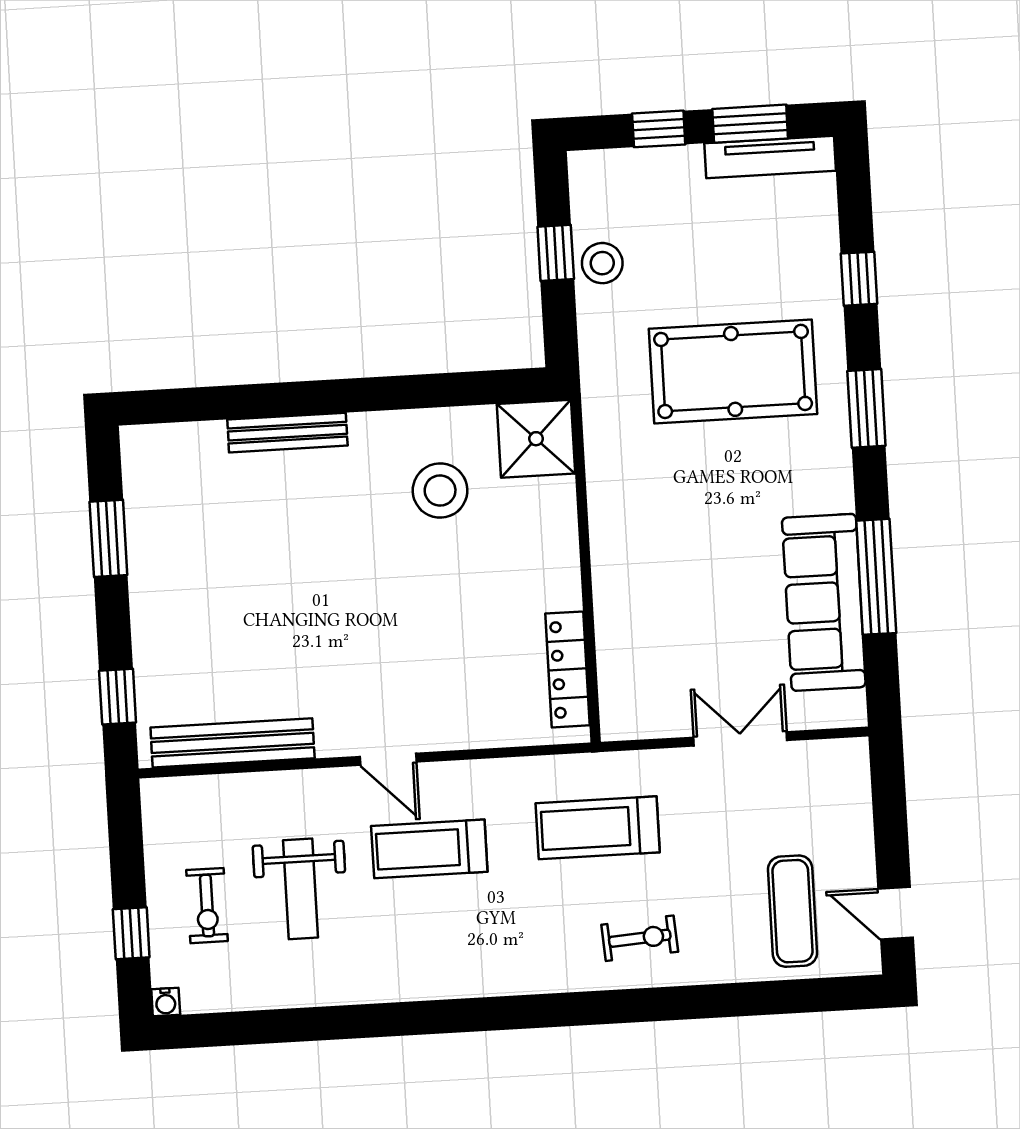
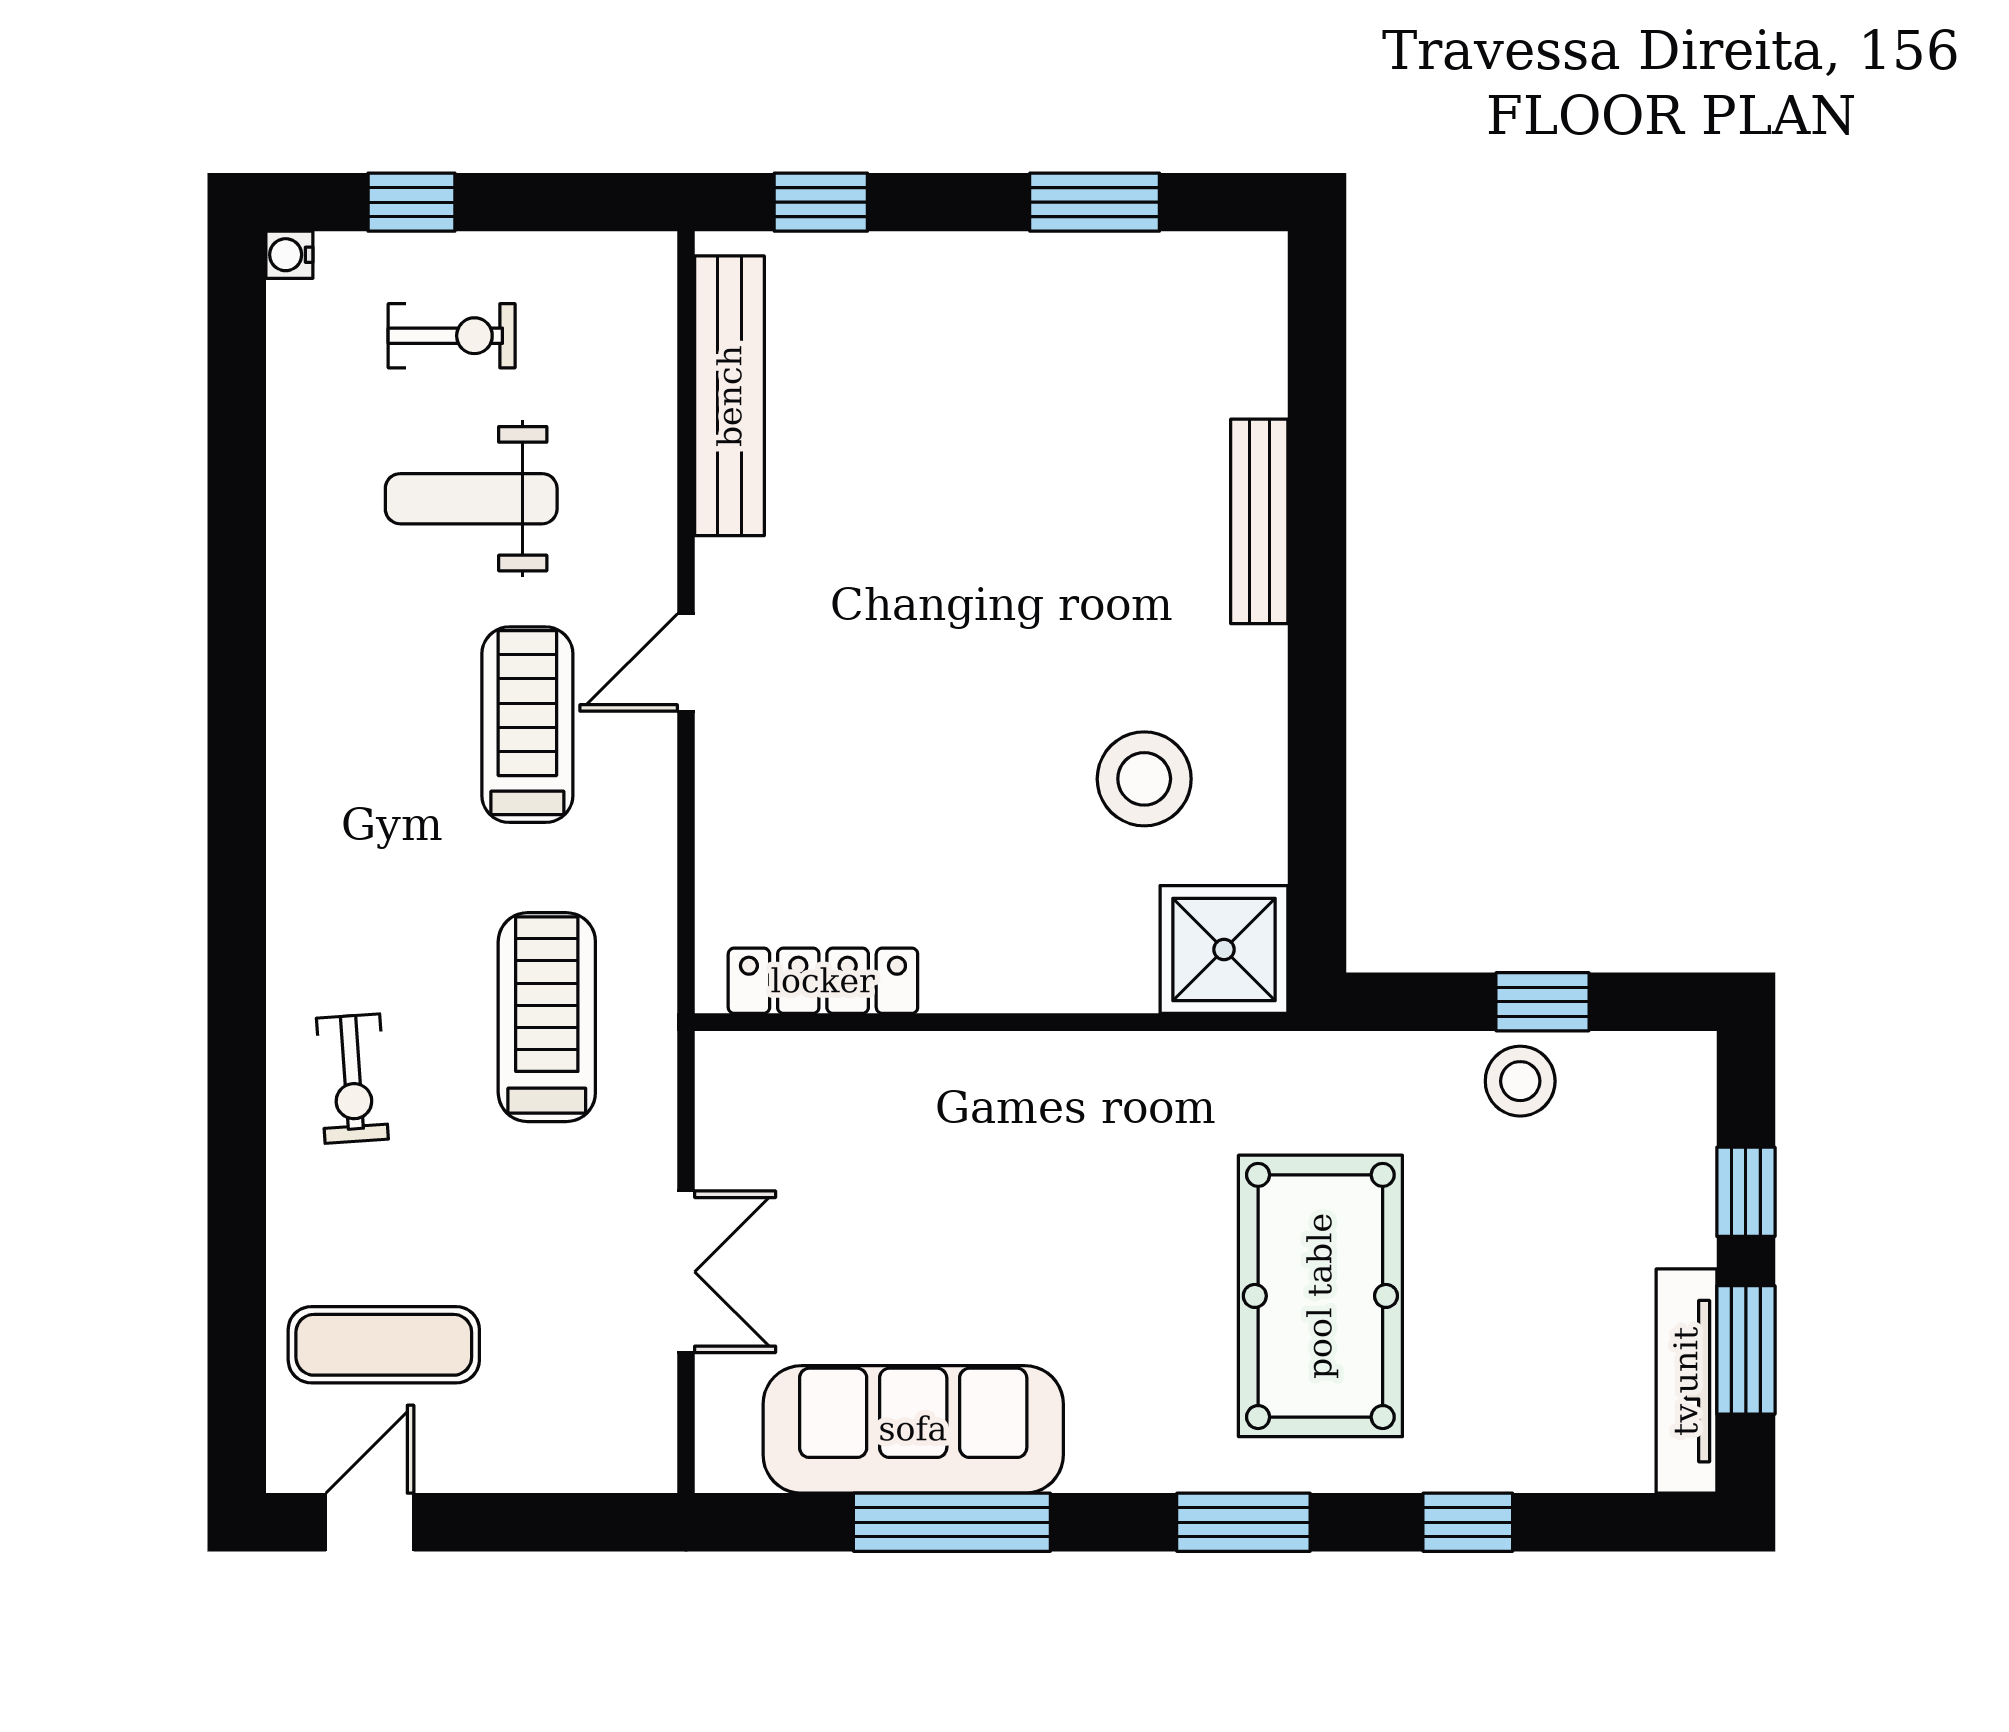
exercise bike: (207, 906) -> (452, 336), turned 180

